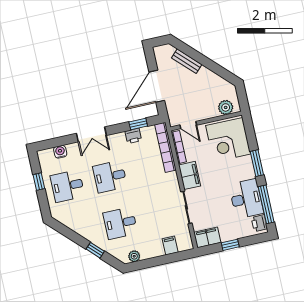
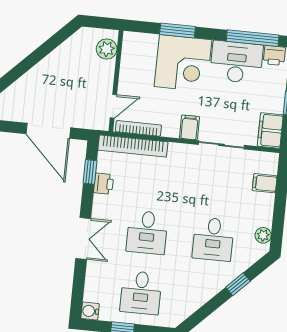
bench: (187, 61) -> (28, 80), removed
corner desk: (228, 140) -> (183, 63), moved
water cooler: (60, 152) -> (90, 311), moved
window: (257, 163) -> (177, 30), moved
filing cabinet: (190, 175) -> (189, 127), width x0.50

